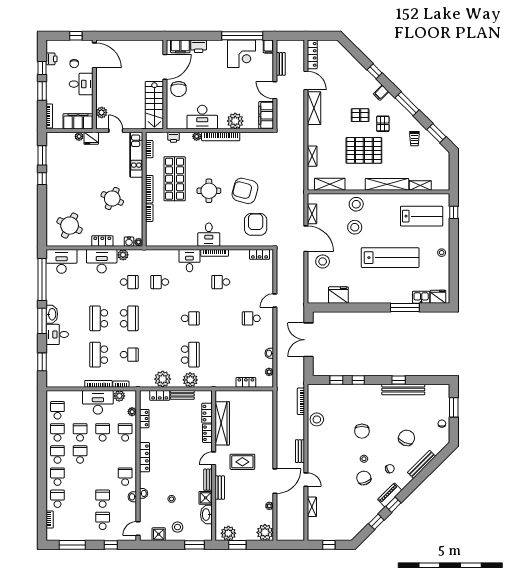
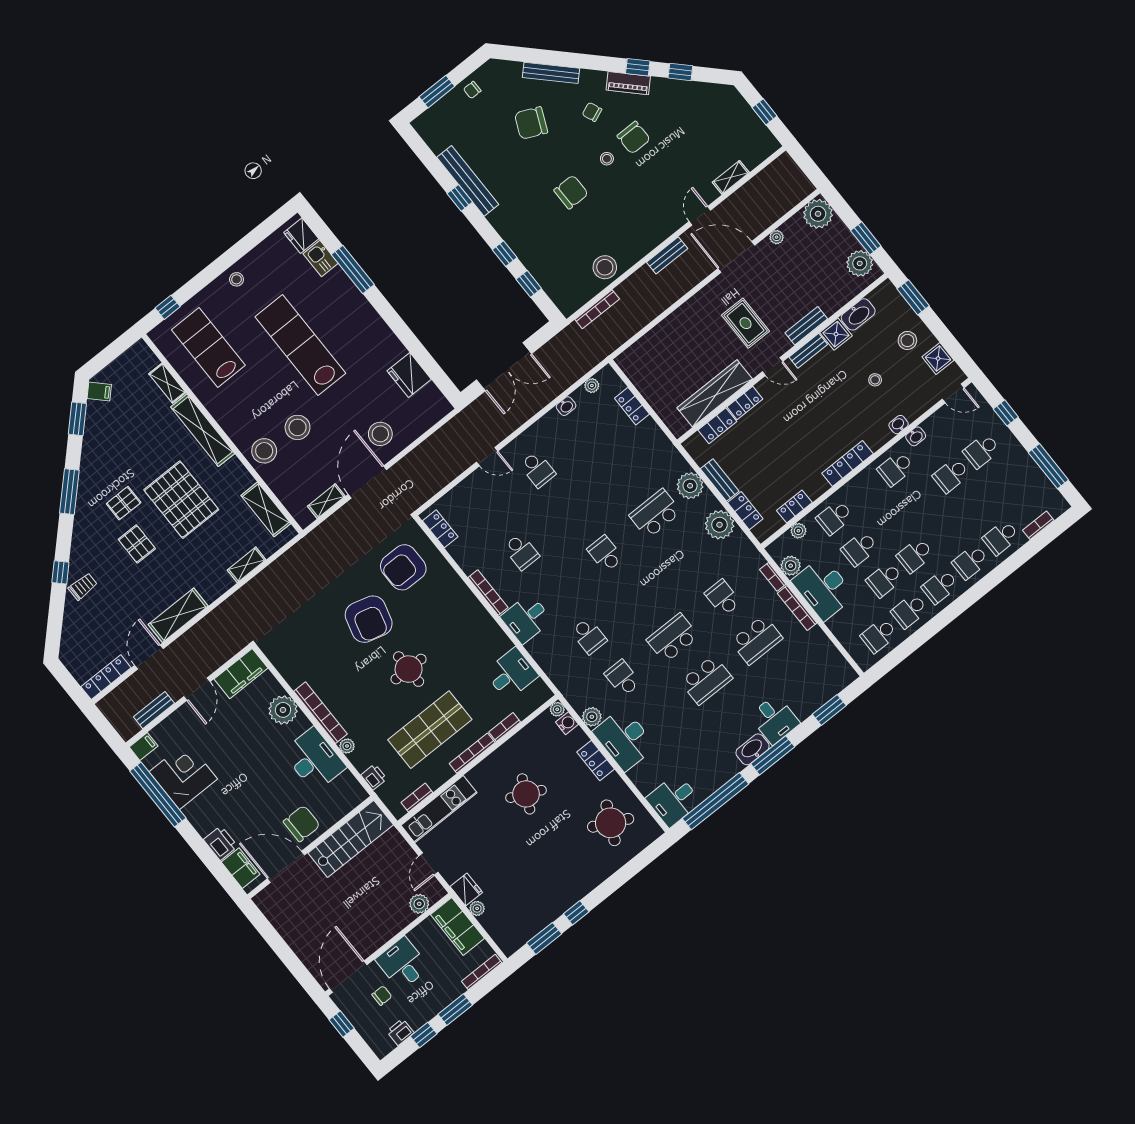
filing cabinet: (381, 93) -> (99, 391), moved
trolley: (414, 139) -> (83, 586), moved
desk: (209, 235) -> (511, 674), moved
desk: (62, 261) -> (674, 800), width x0.73
chair: (364, 478) -> (634, 138), turned -69

